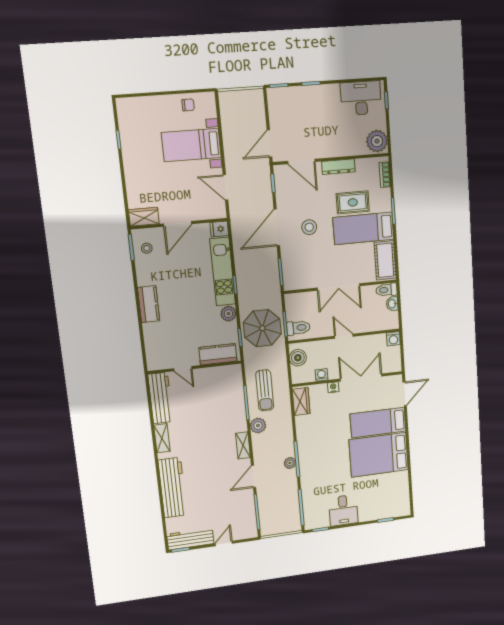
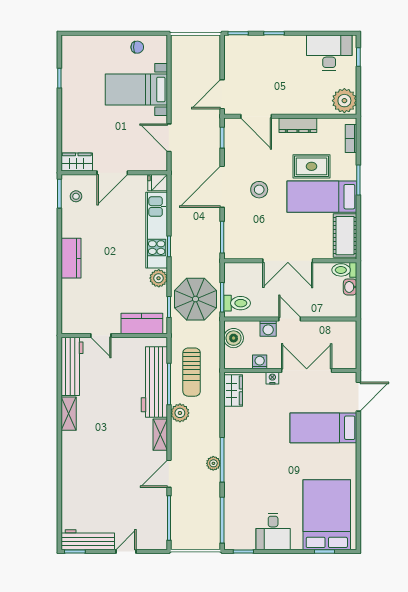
washing machine: (393, 339) -> (268, 328), moved
bed: (379, 455) -> (327, 515), moved, turned 90
workbench: (173, 488) -> (154, 382), moved, turned 180

